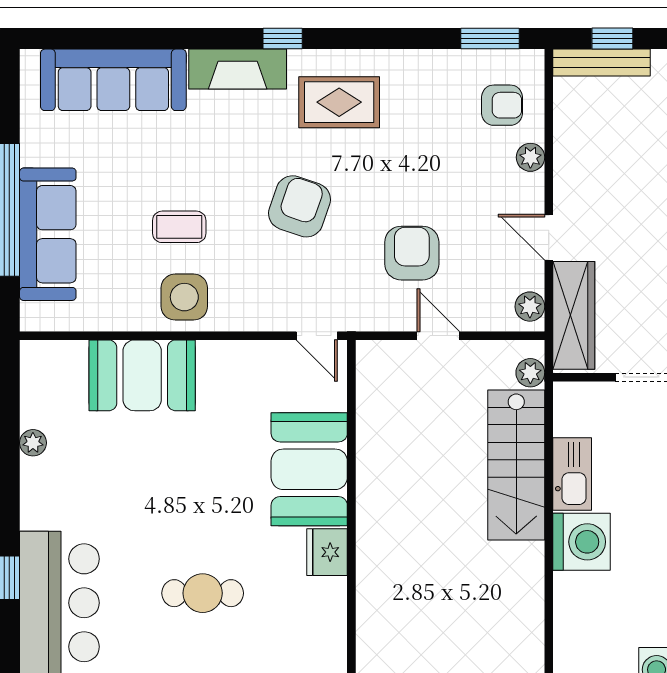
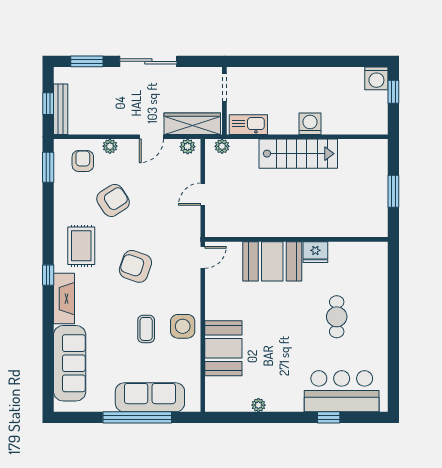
armchair: (412, 253) -> (113, 200), moved, turned 147
stairs: (516, 465) -> (298, 154), moved
kitchen sink: (572, 474) -> (248, 125), moved
washing machine: (581, 542) -> (310, 124), width x0.73, depth x0.73

